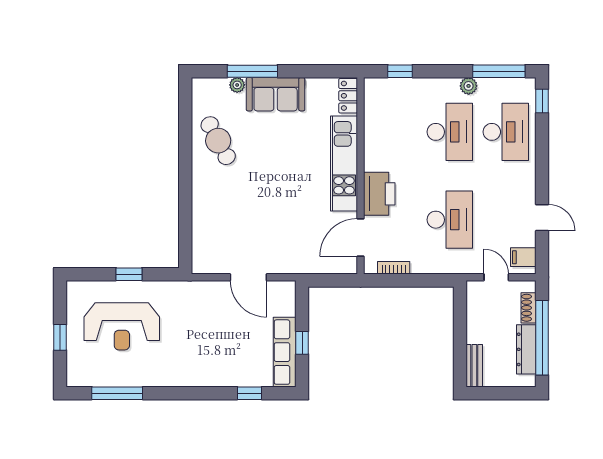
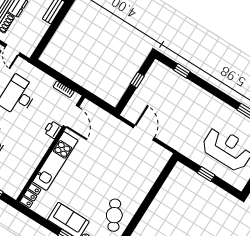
printer: (379, 194) -> (53, 130), width x0.53, depth x0.68
door: (361, 238) -> (71, 116), hinge flipped
row of seats: (285, 352) -> (150, 81), removed

